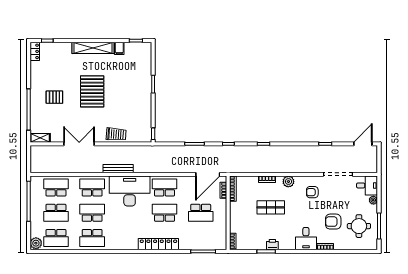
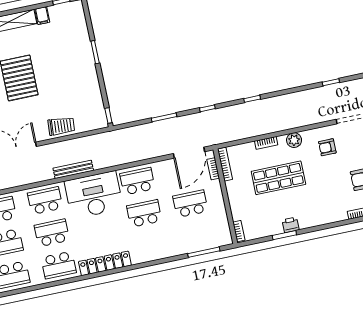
shop shelf: (271, 207) -> (278, 178), width x1.43, depth x1.36
school desk: (201, 213) -> (190, 204), turned 180
desk: (306, 239) -> (332, 208), removed
locker: (158, 244) -> (105, 263), moved

